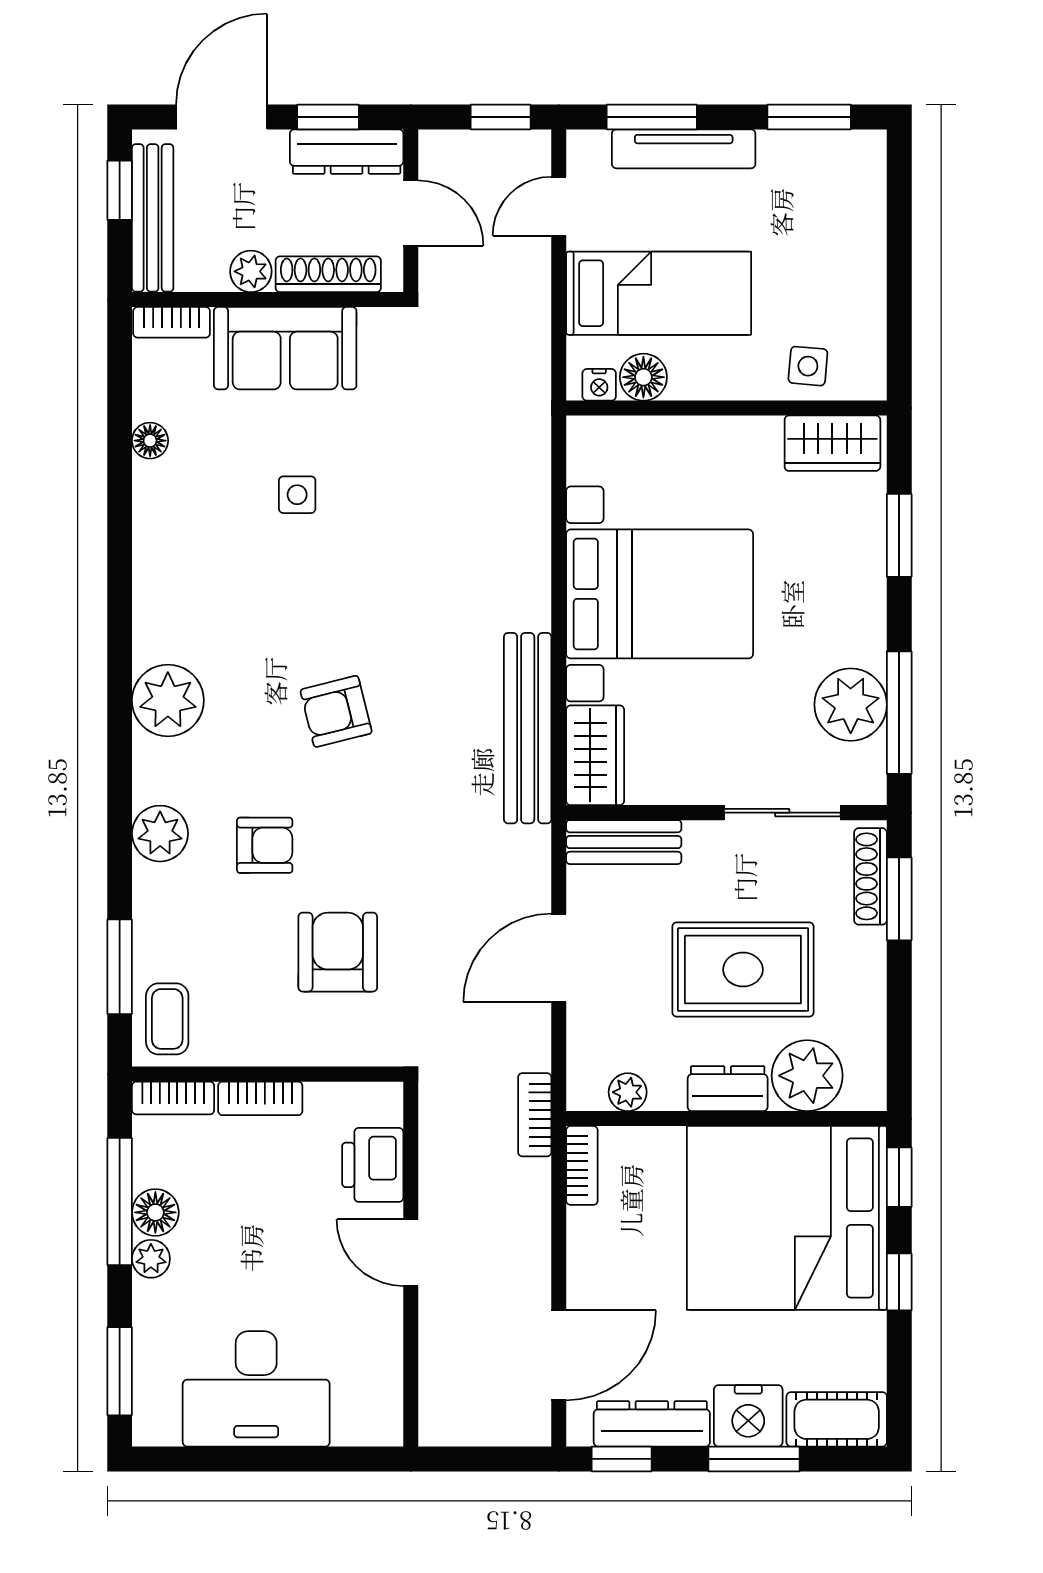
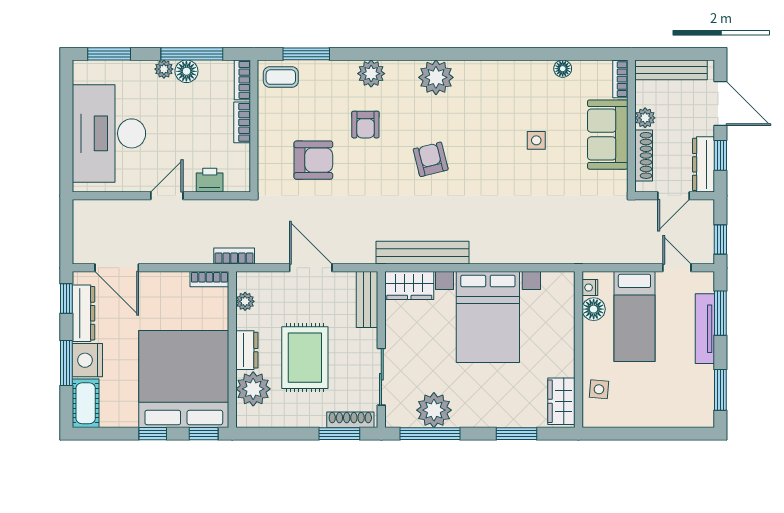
window: (120, 190) -> (685, 54), removed
printer: (373, 1165) -> (210, 180), width x0.73, depth x0.81
desk: (256, 1389) -> (109, 133), width x1.36, depth x1.30

